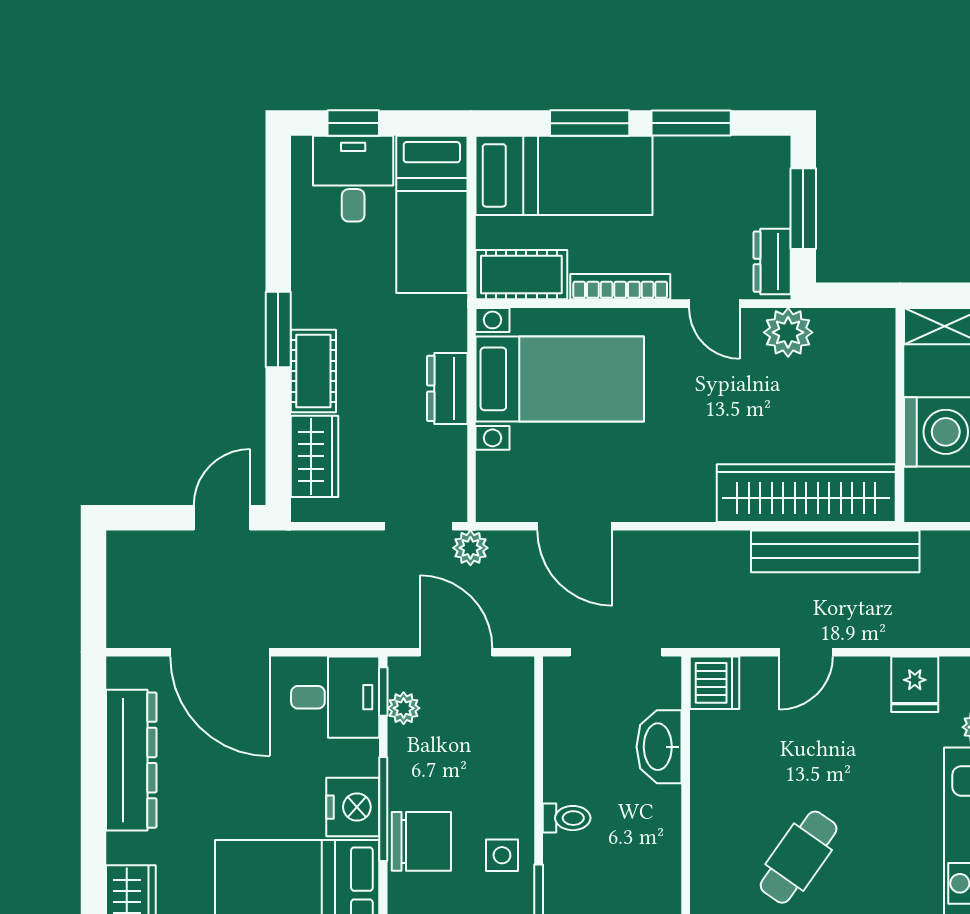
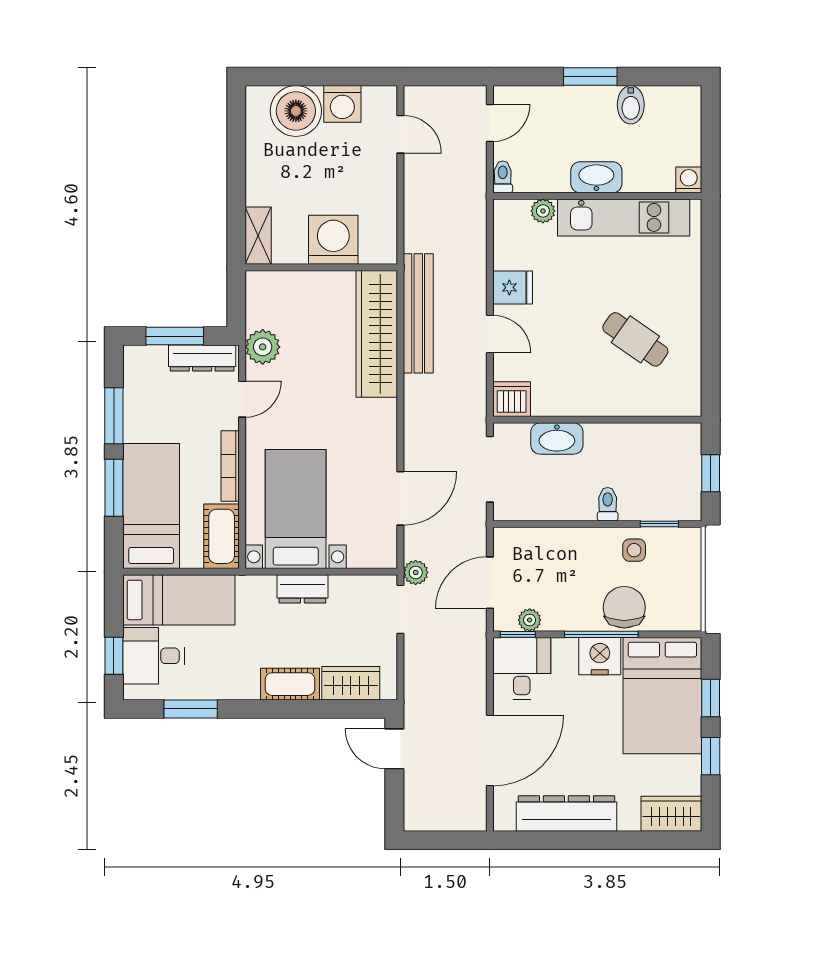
dresser: (772, 262) -> (202, 358), width x1.44
window: (278, 329) -> (191, 709), moved
fridge: (915, 684) -> (513, 287), moved

